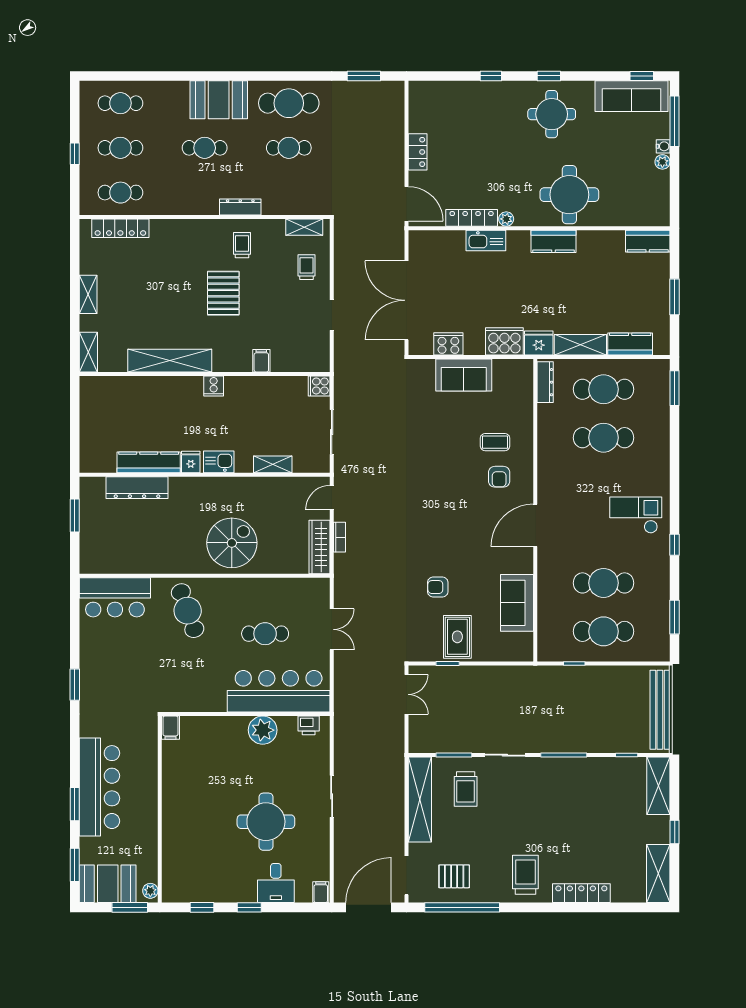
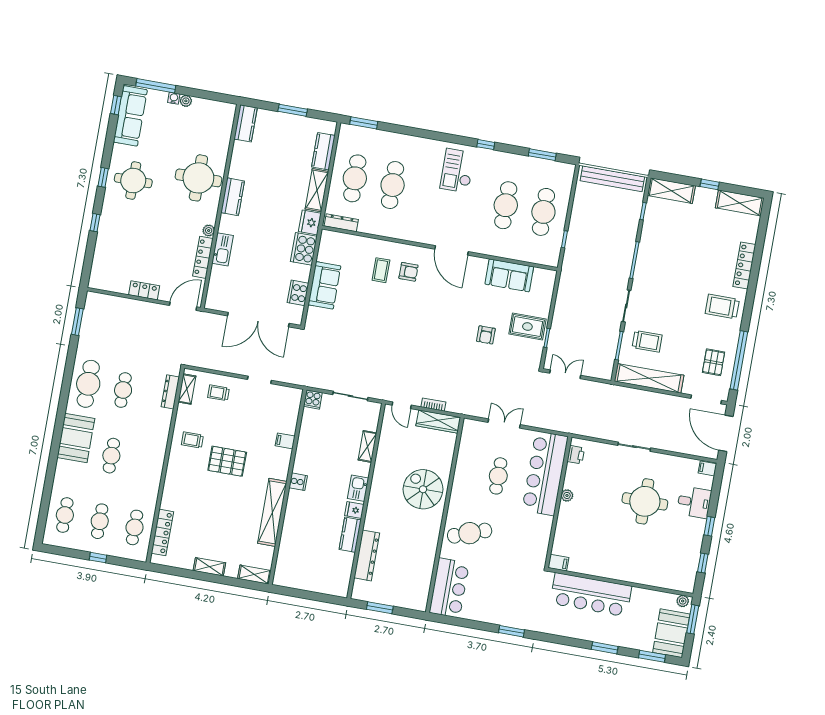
dresser: (240, 207) -> (170, 392), moved
kitchen counter: (149, 462) -> (350, 535), width x0.67
plant: (263, 730) -> (567, 495), width x0.53, depth x0.53
bar counter: (99, 787) -> (591, 595), moved, turned 180

